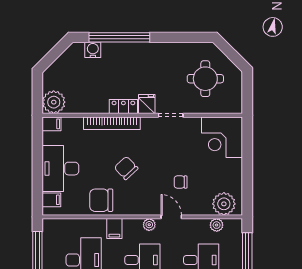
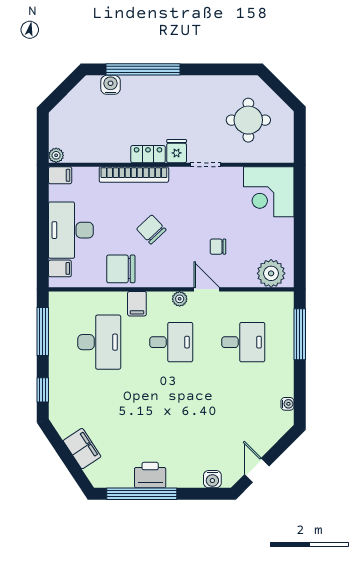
plant: (54, 102) -> (56, 155), width x0.53, depth x0.53
plant: (217, 225) -> (262, 299), removed

